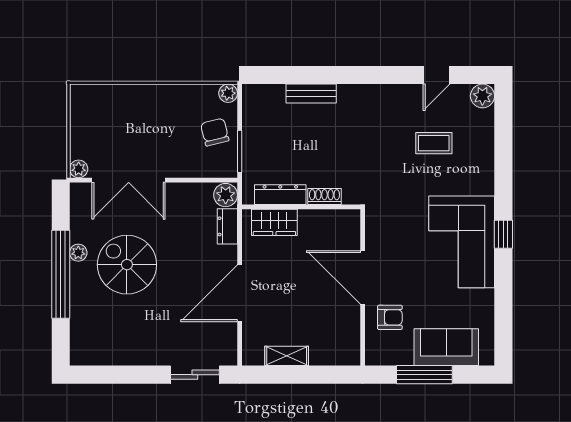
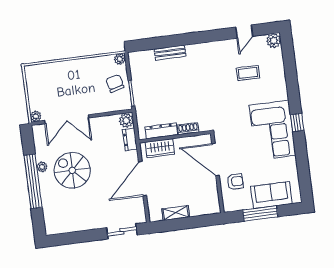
dresser: (280, 195) -> (161, 131), moved
shoe rack: (324, 197) -> (188, 129), moved
wall: (301, 207) -> (175, 137), moved
wardrobe: (274, 222) -> (160, 148), moved

